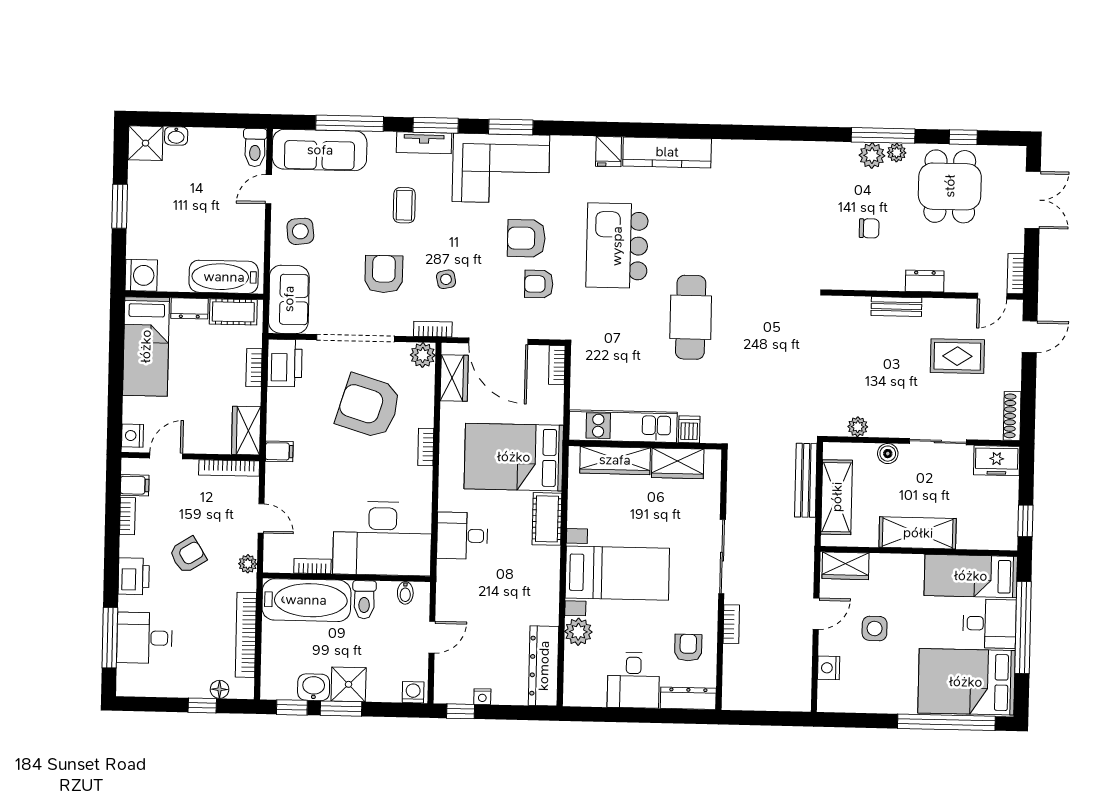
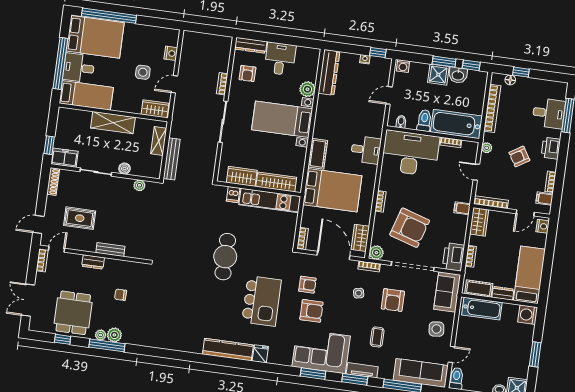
shelving: (837, 497) -> (159, 141), width x0.67, depth x0.75
window: (1025, 521) -> (49, 145), moved

